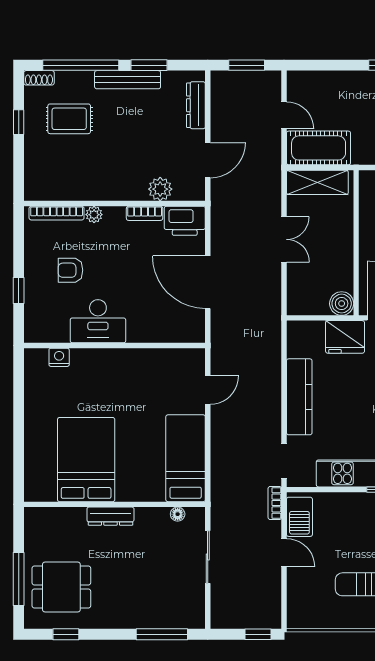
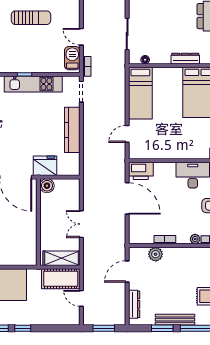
printer: (185, 221) -> (141, 171), moved, turned 180

